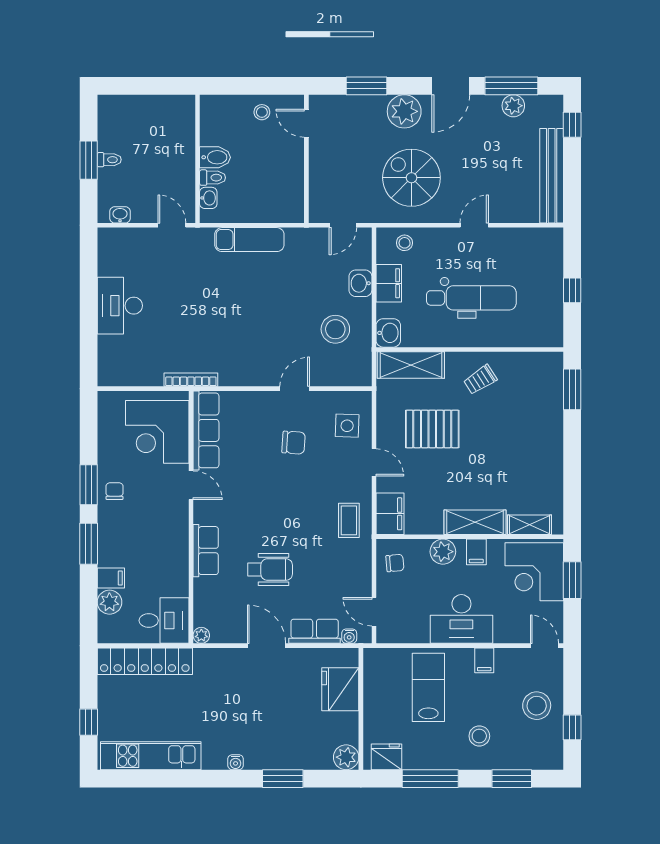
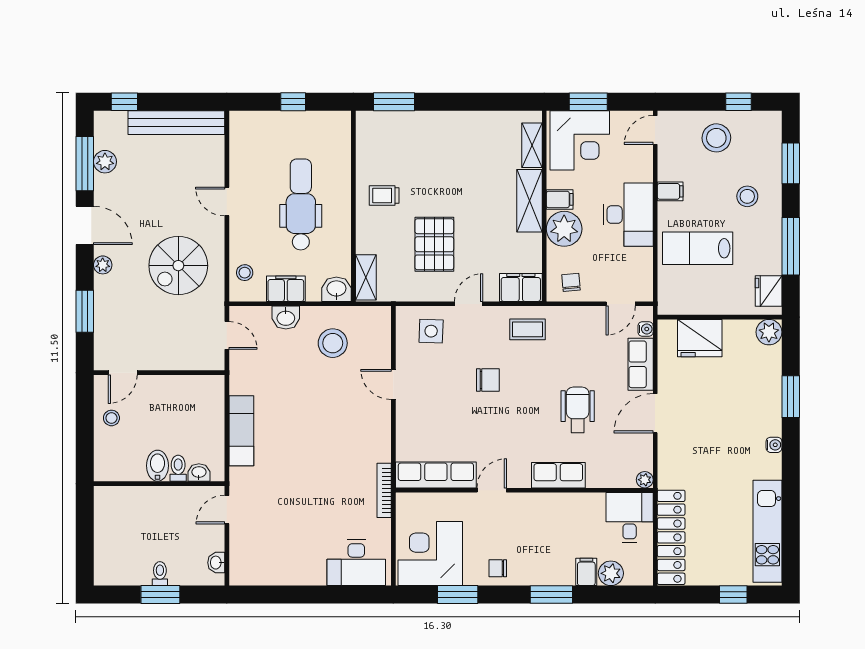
plant: (404, 111) -> (103, 265), width x0.53, depth x0.53
desk: (120, 306) -> (356, 563), moved
shelving: (411, 365) -> (366, 277), width x0.67, depth x0.75
trolley: (480, 380) -> (384, 196), turned 123
corner desk: (157, 432) -> (430, 554), moved, turned 180
chair: (294, 443) -> (488, 380), moved, turned 86
window: (89, 485) -> (458, 595), moved
plant: (443, 552) -> (564, 229), width x1.36, depth x1.36

